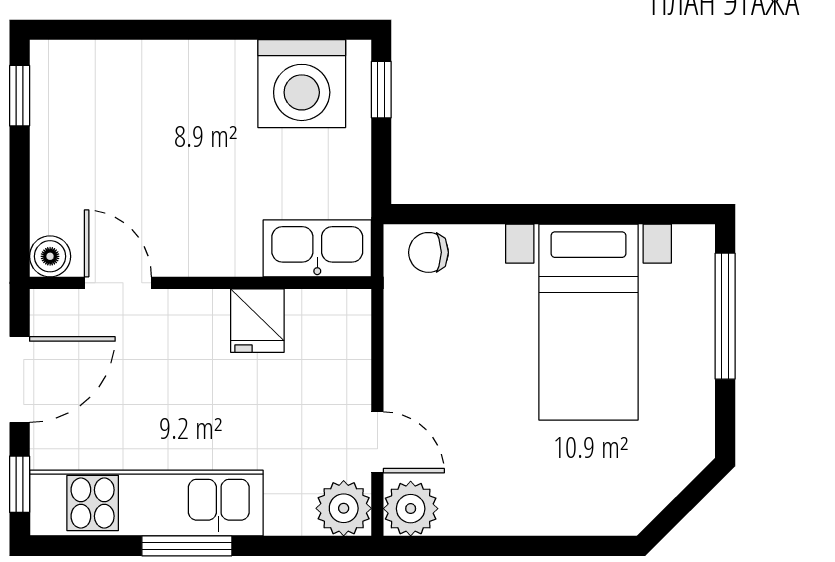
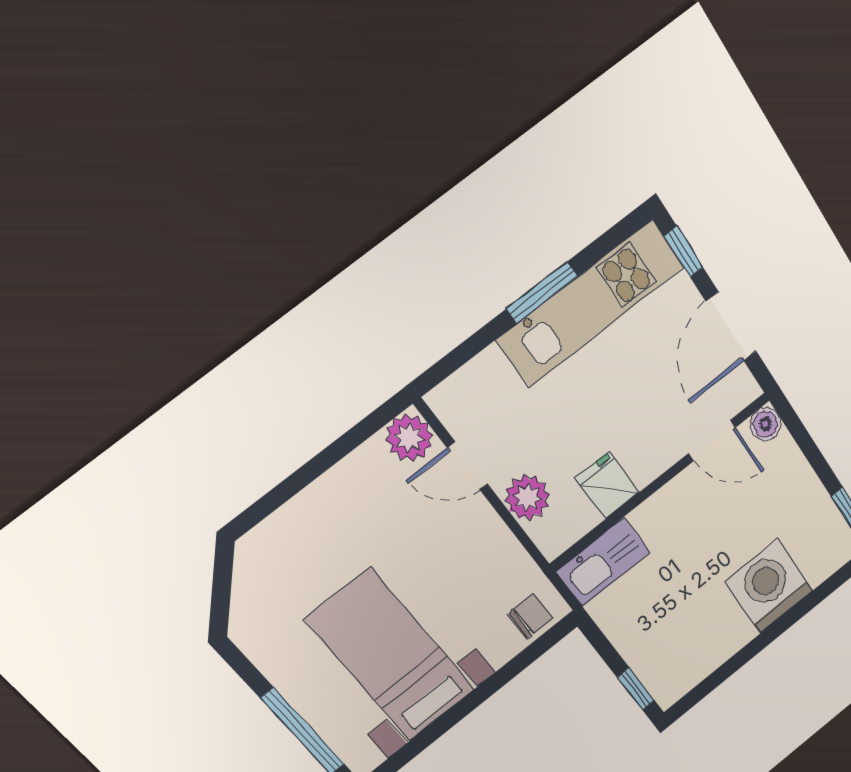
washing machine: (302, 84) -> (769, 586), moved
plant: (344, 508) -> (527, 497), moved

